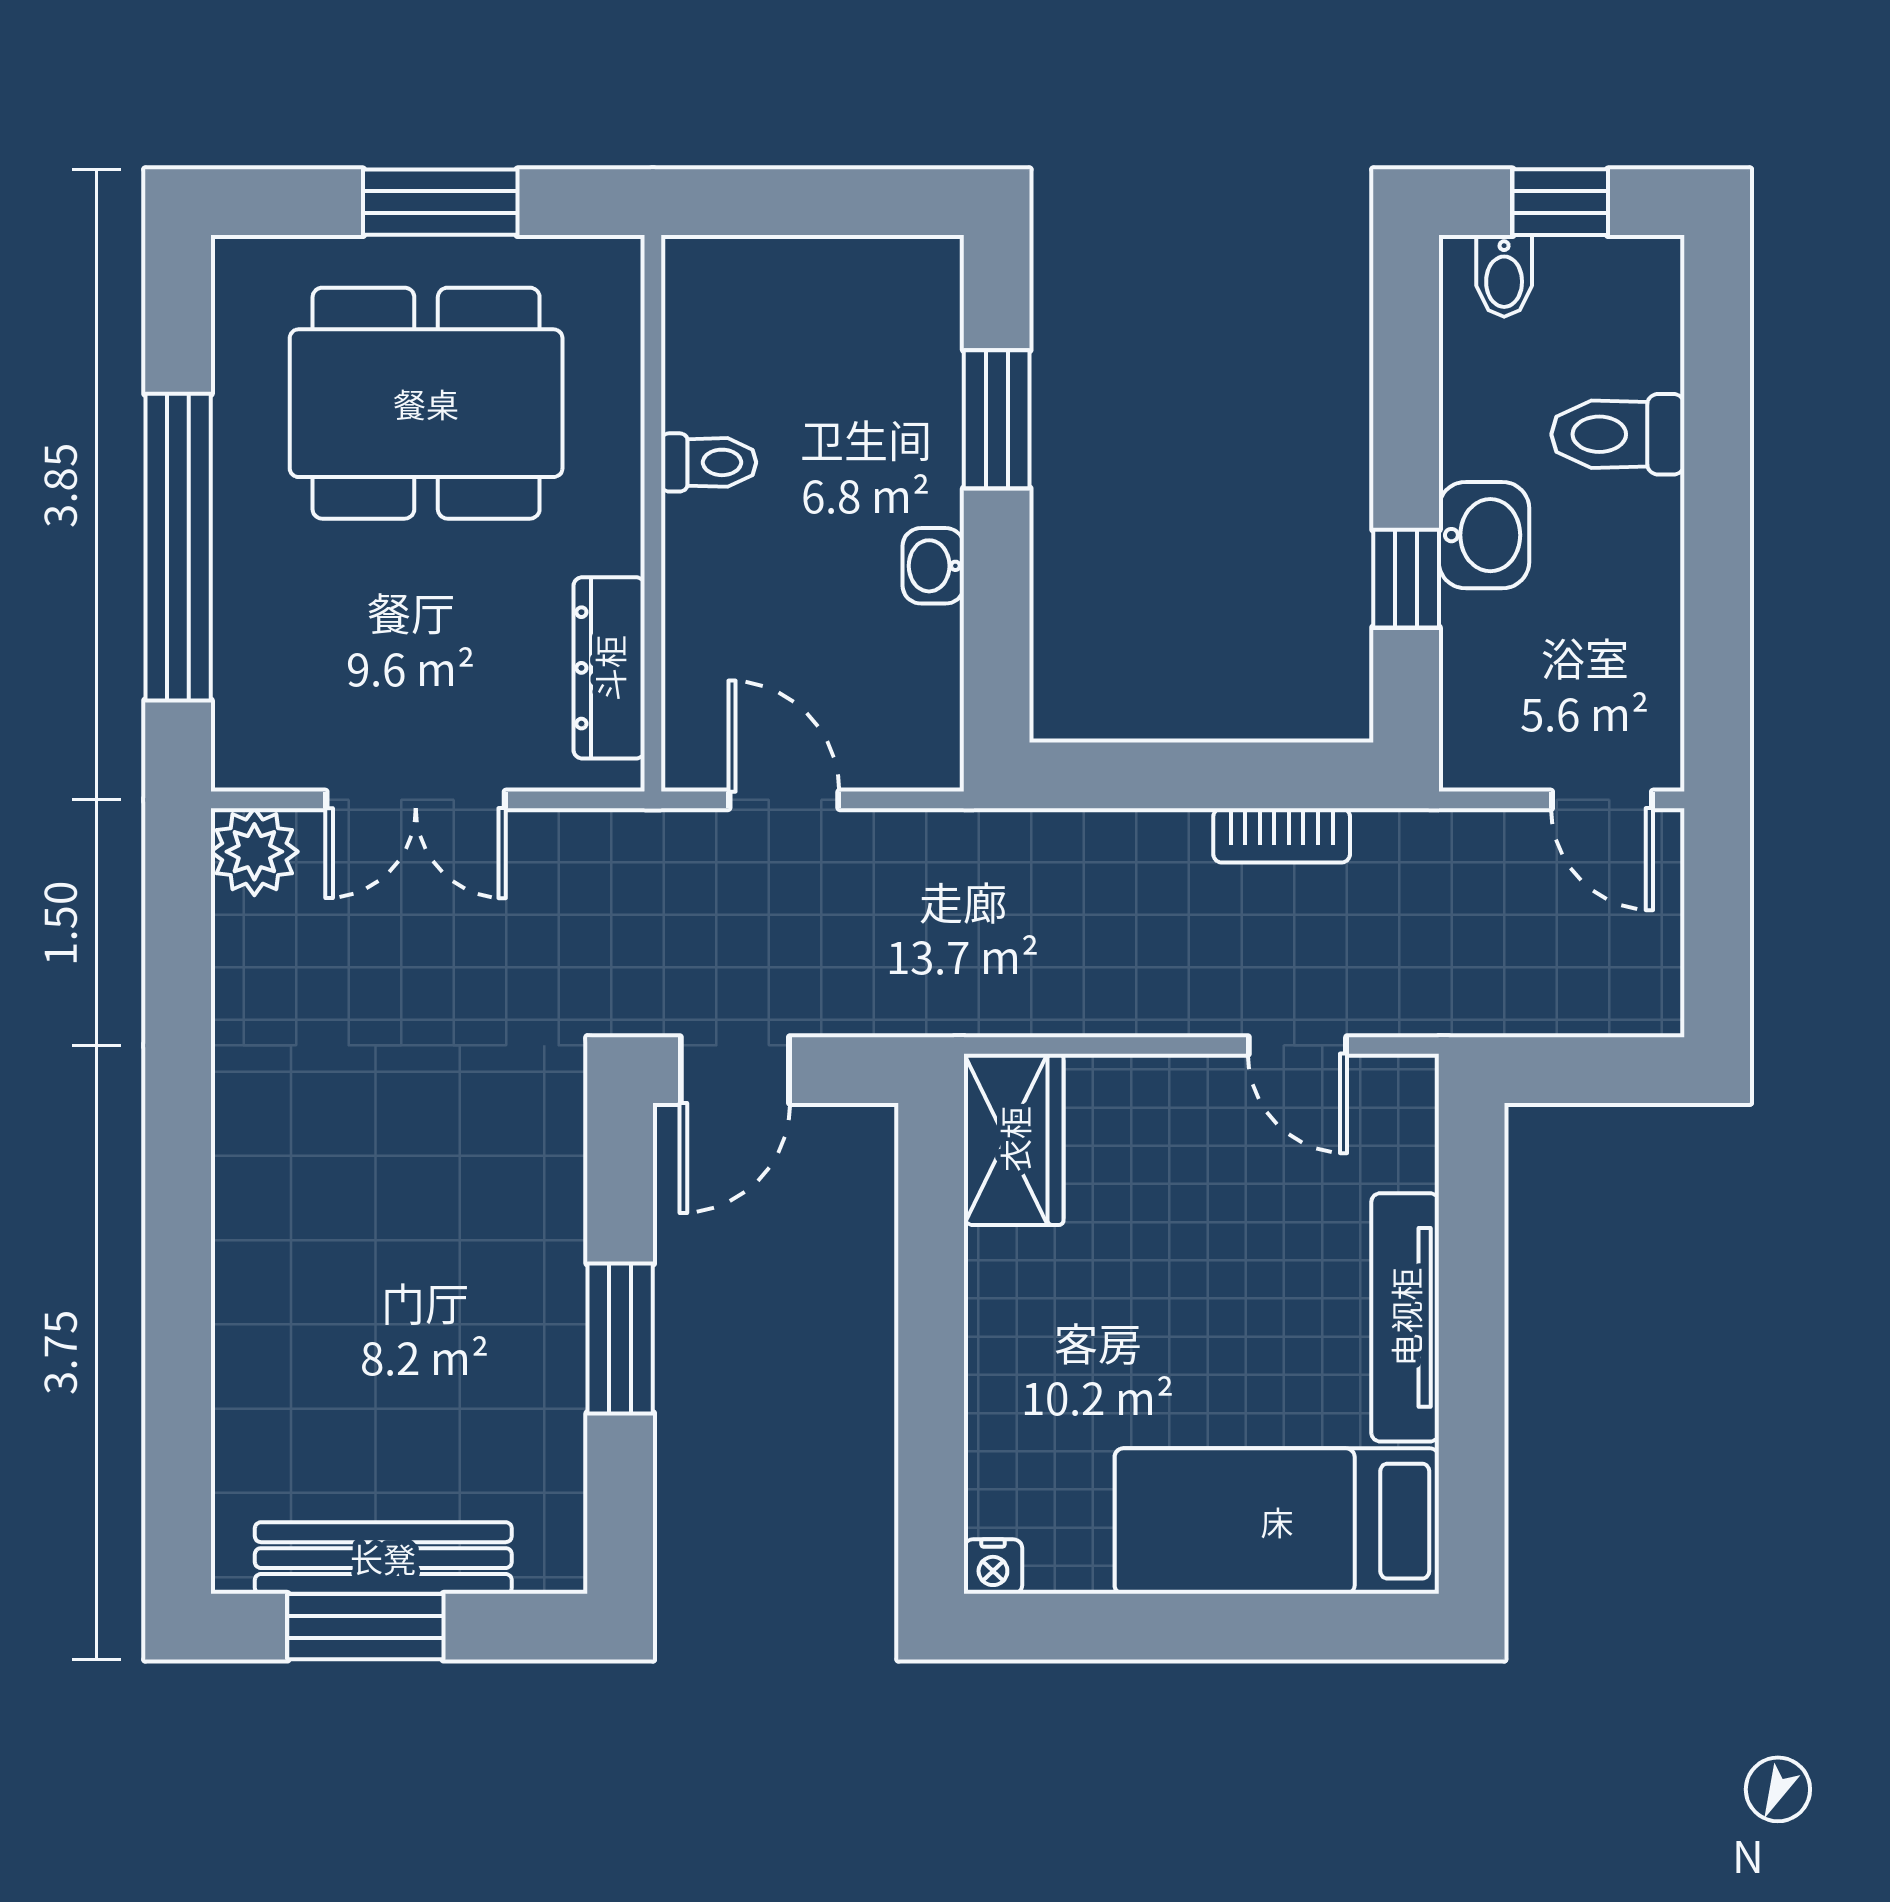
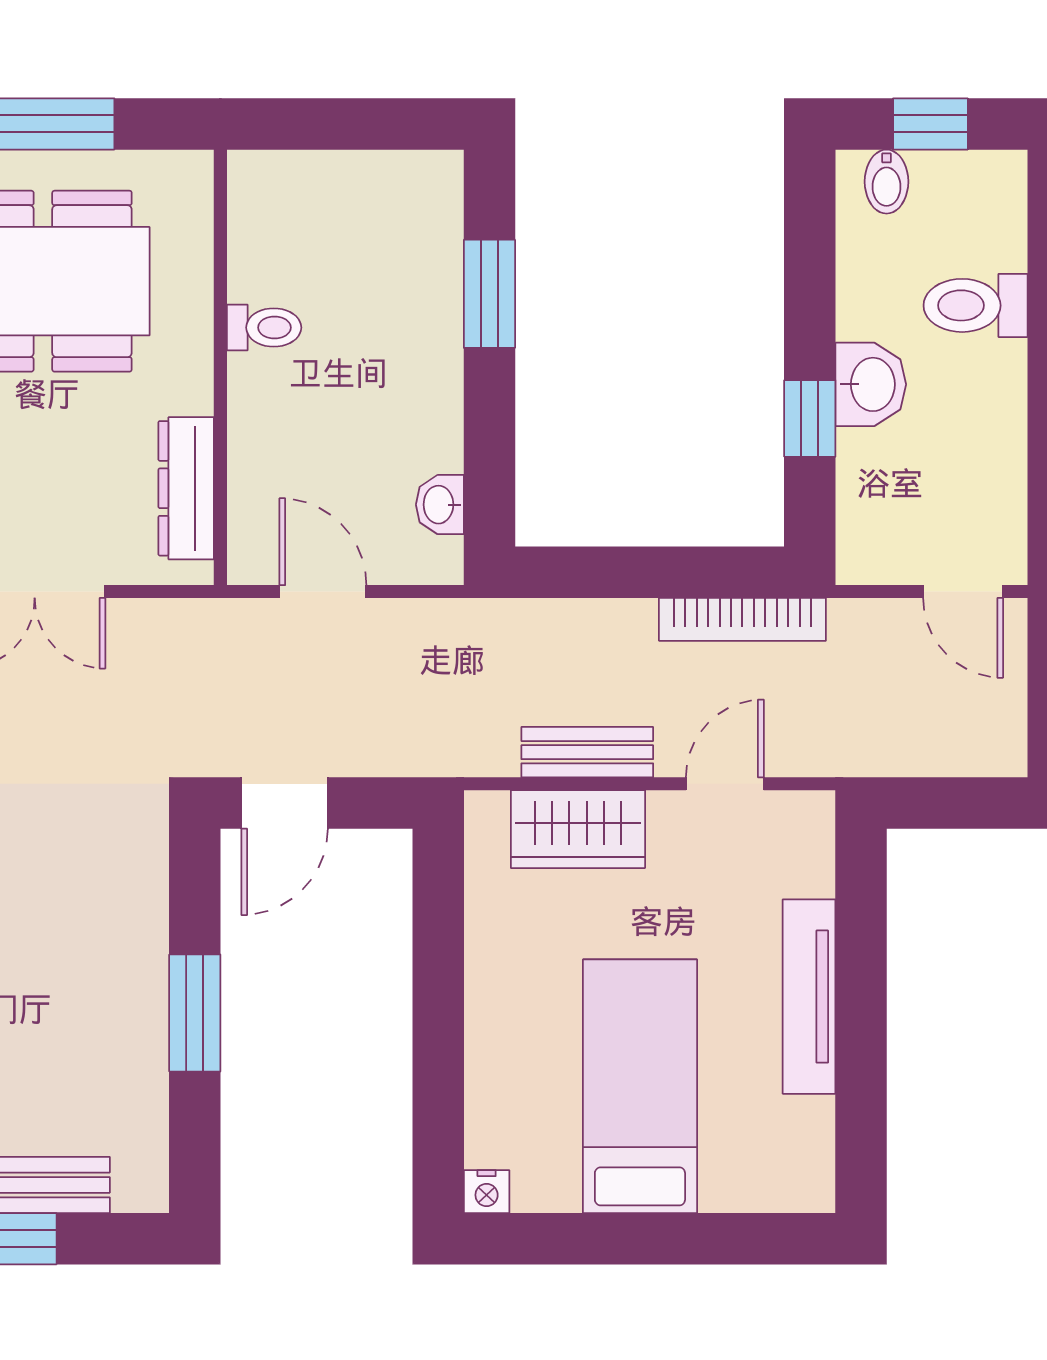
washbasin: (933, 566) -> (440, 505), moved
bookcase: (1282, 835) -> (742, 619), width x1.56
bench: (1122, 1005) -> (587, 752), added
door: (1297, 1045) -> (725, 784), swing flipped
wardrobe: (1014, 1139) -> (578, 829), moved, turned 90
bed: (1277, 1521) -> (640, 1086), moved, turned 90

